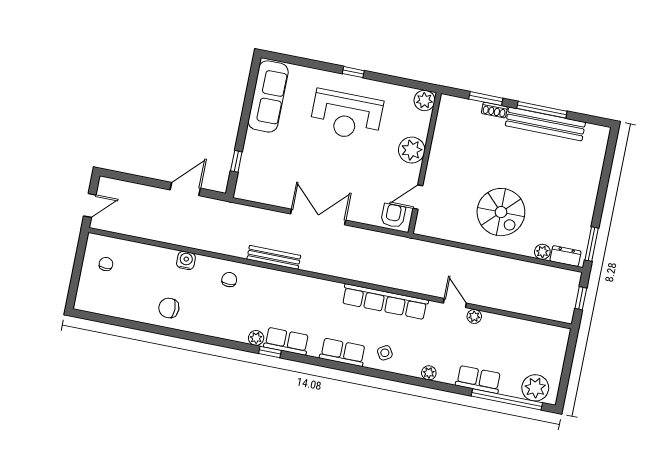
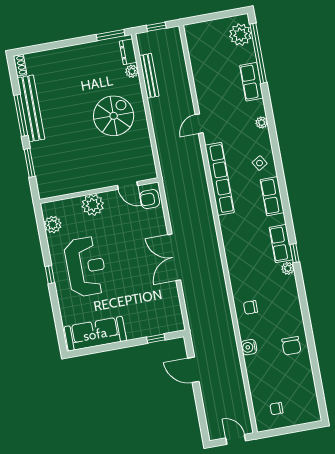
plant: (424, 100) -> (53, 225), moved
shoe rack: (494, 110) -> (20, 65), moved
bench: (274, 257) -> (149, 76), moved
plant: (474, 316) -> (203, 104), removed

